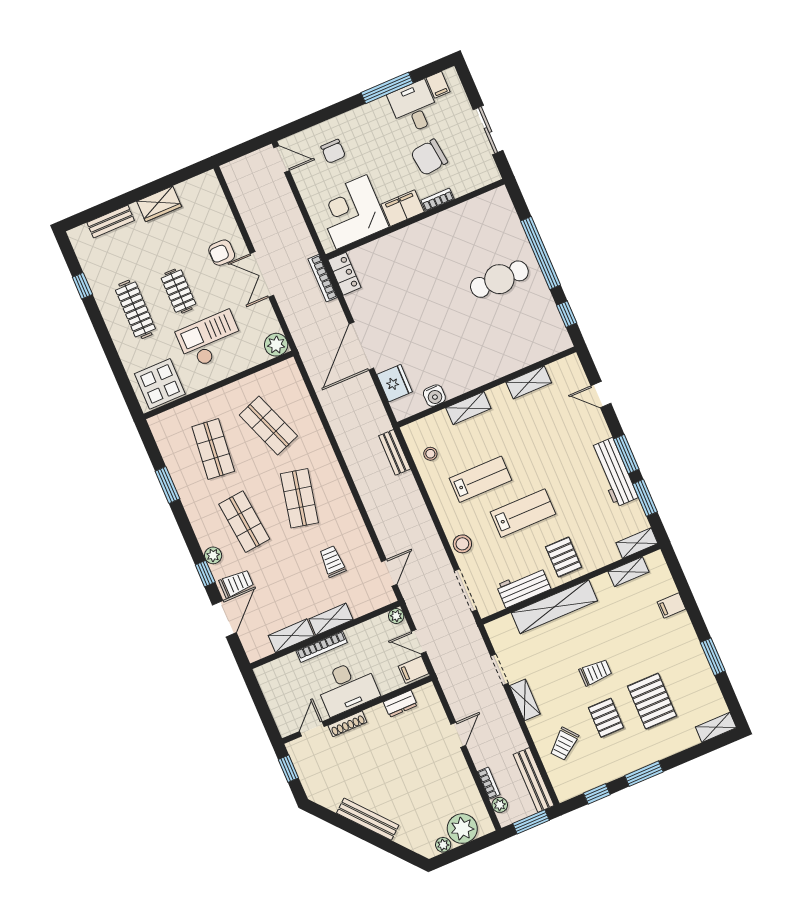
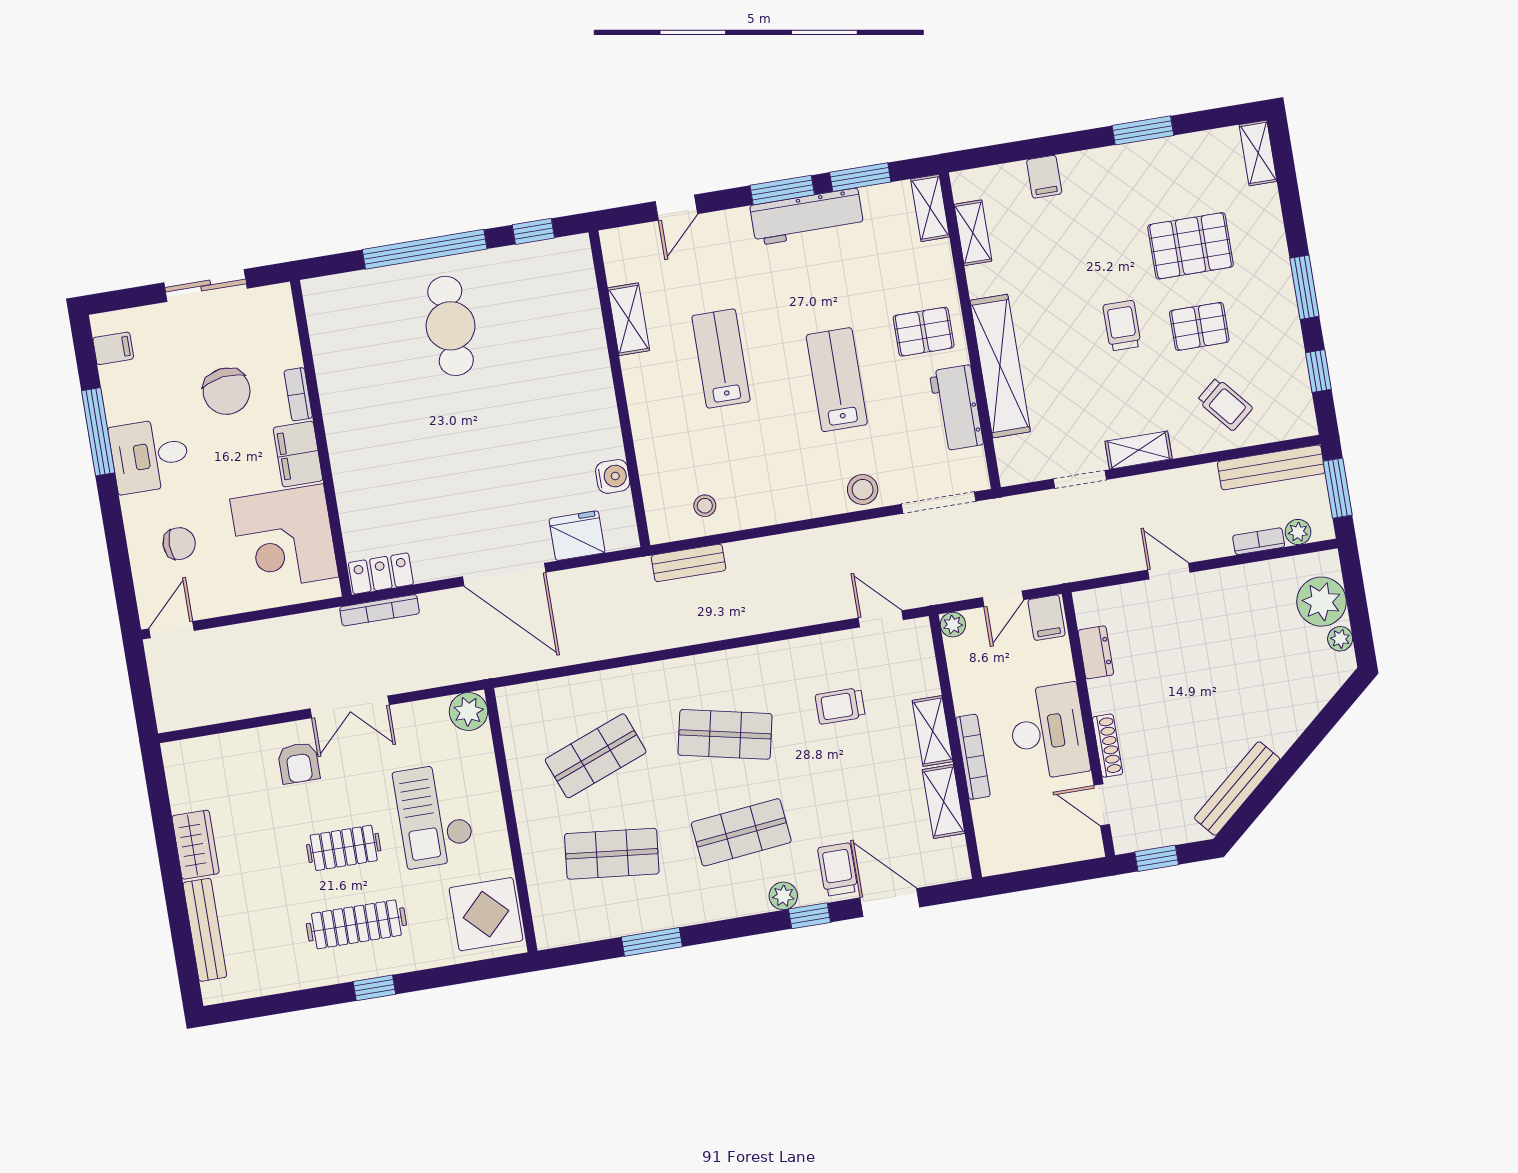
desk: (414, 107) -> (150, 456), moved
bench: (111, 221) -> (205, 930), width x1.36
window: (82, 286) -> (374, 988), moved
shelving: (468, 408) -> (646, 426), removed
lab bench: (481, 479) -> (721, 359), moved
bench: (368, 819) -> (1237, 788), moved

